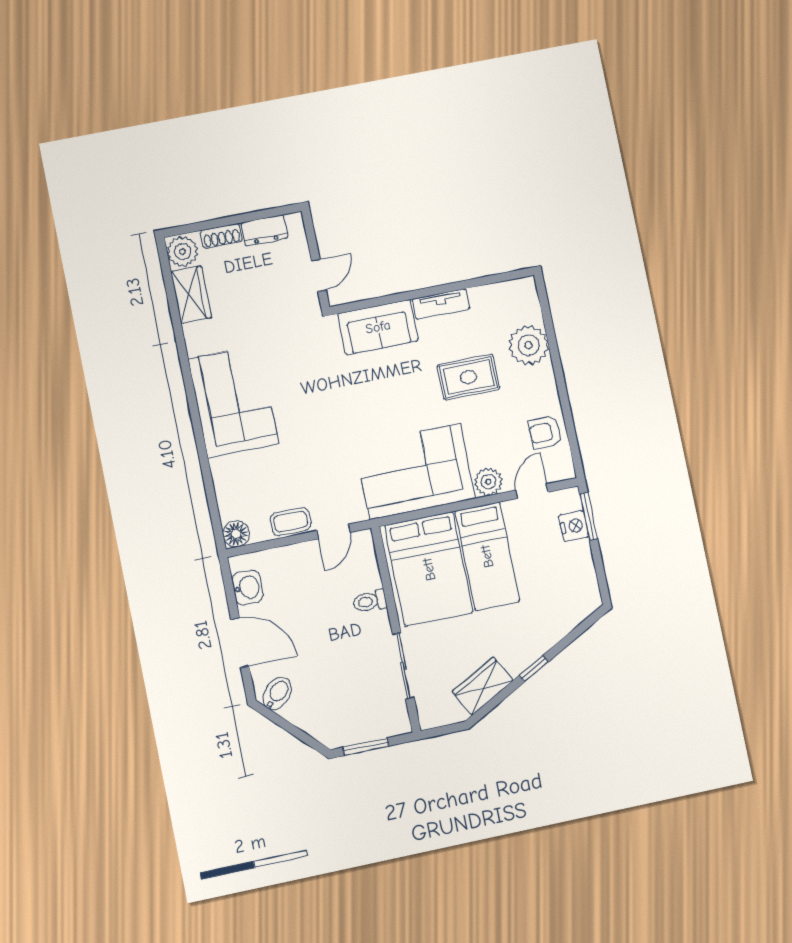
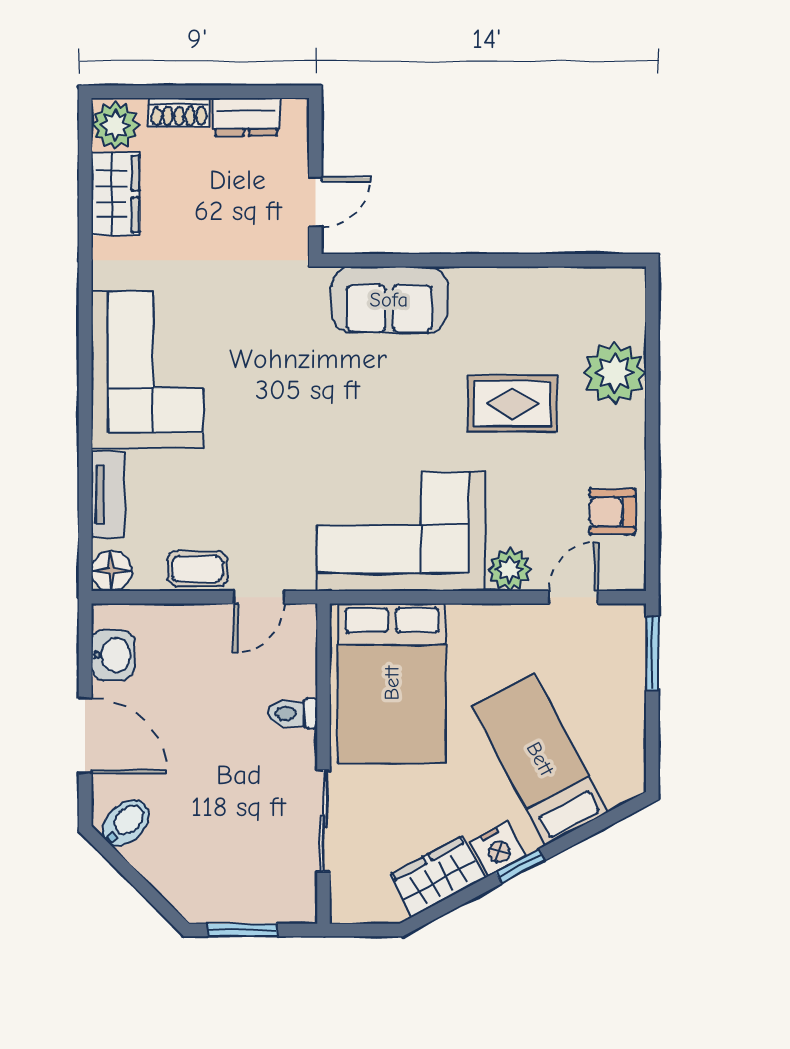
tv unit: (441, 304) -> (108, 494), moved, turned -90
nightstand: (574, 526) -> (498, 849), moved, turned 62
bed: (487, 556) -> (540, 759), moved, turned 152

